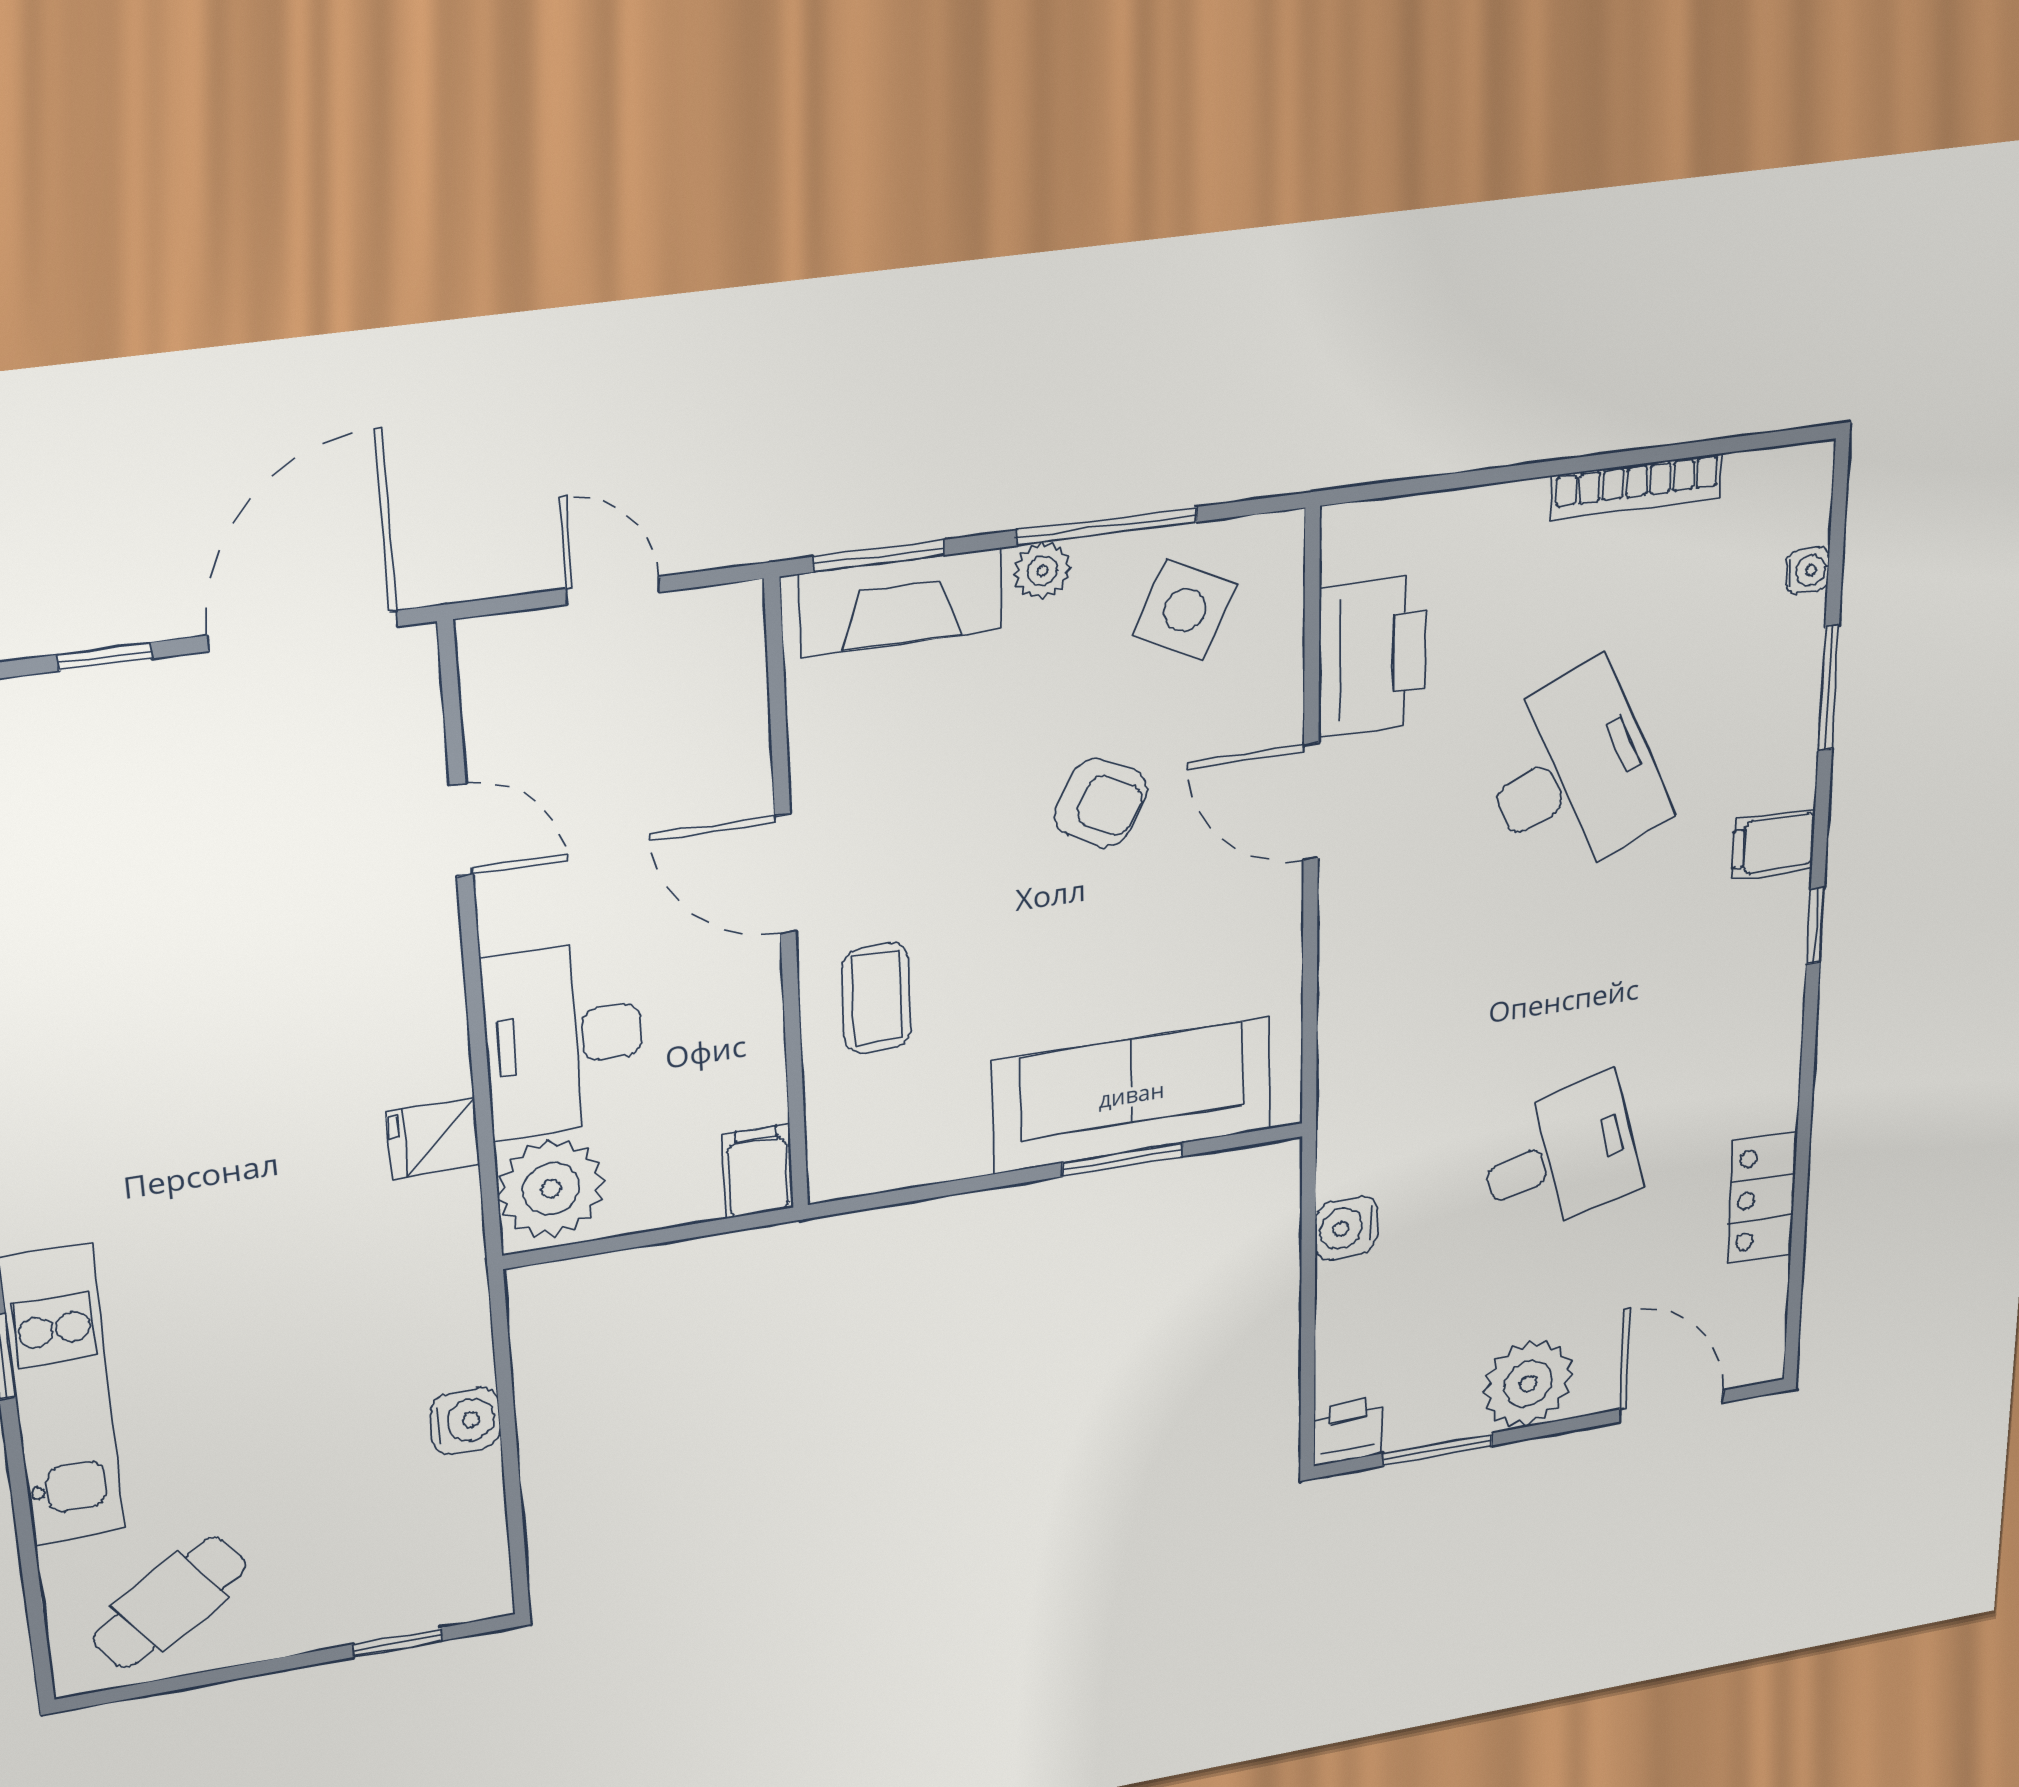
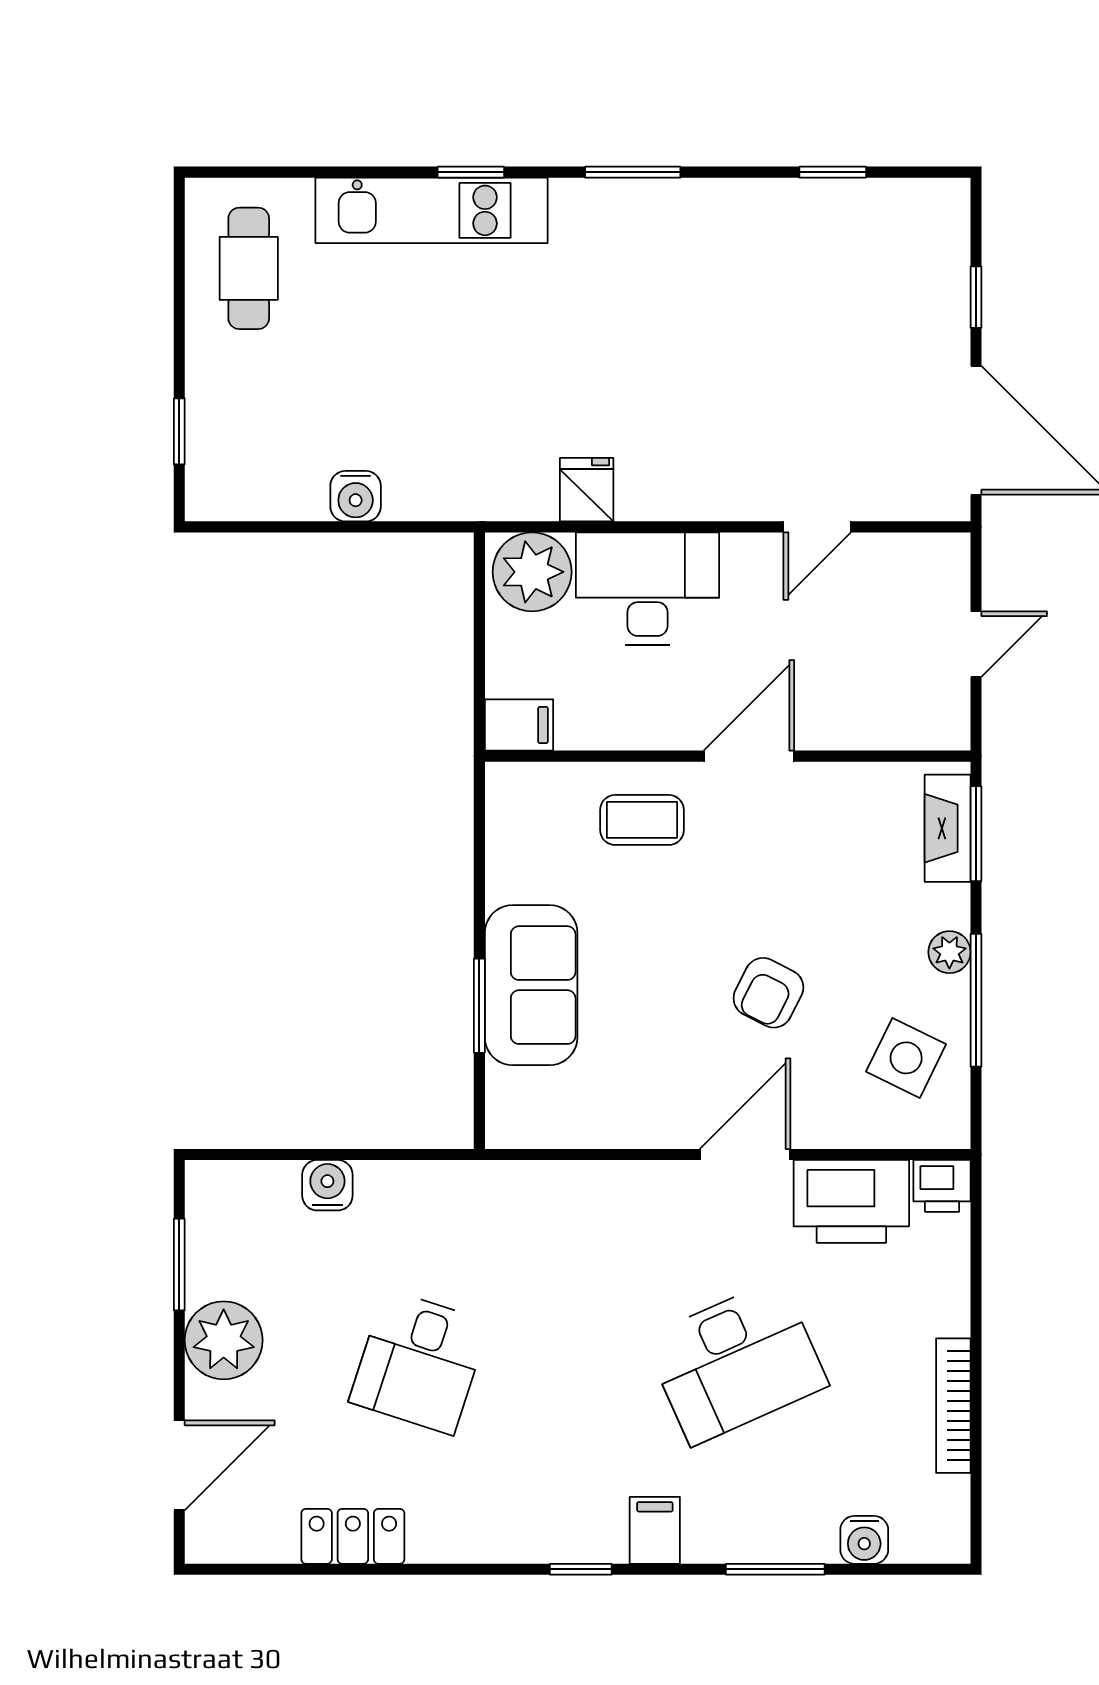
water cooler: (1807, 571) -> (864, 1540), width x1.38, depth x1.38
fireplace: (901, 602) -> (948, 828), width x0.73, depth x0.76
sofa: (1132, 1095) -> (531, 985), width x0.73
desk: (1560, 1157) -> (419, 1362), turned 33
water cooler: (1346, 1228) -> (327, 1185), moved
printer: (1348, 1431) -> (942, 1186), moved, turned 90
cafe table: (170, 1602) -> (249, 268), turned 35

